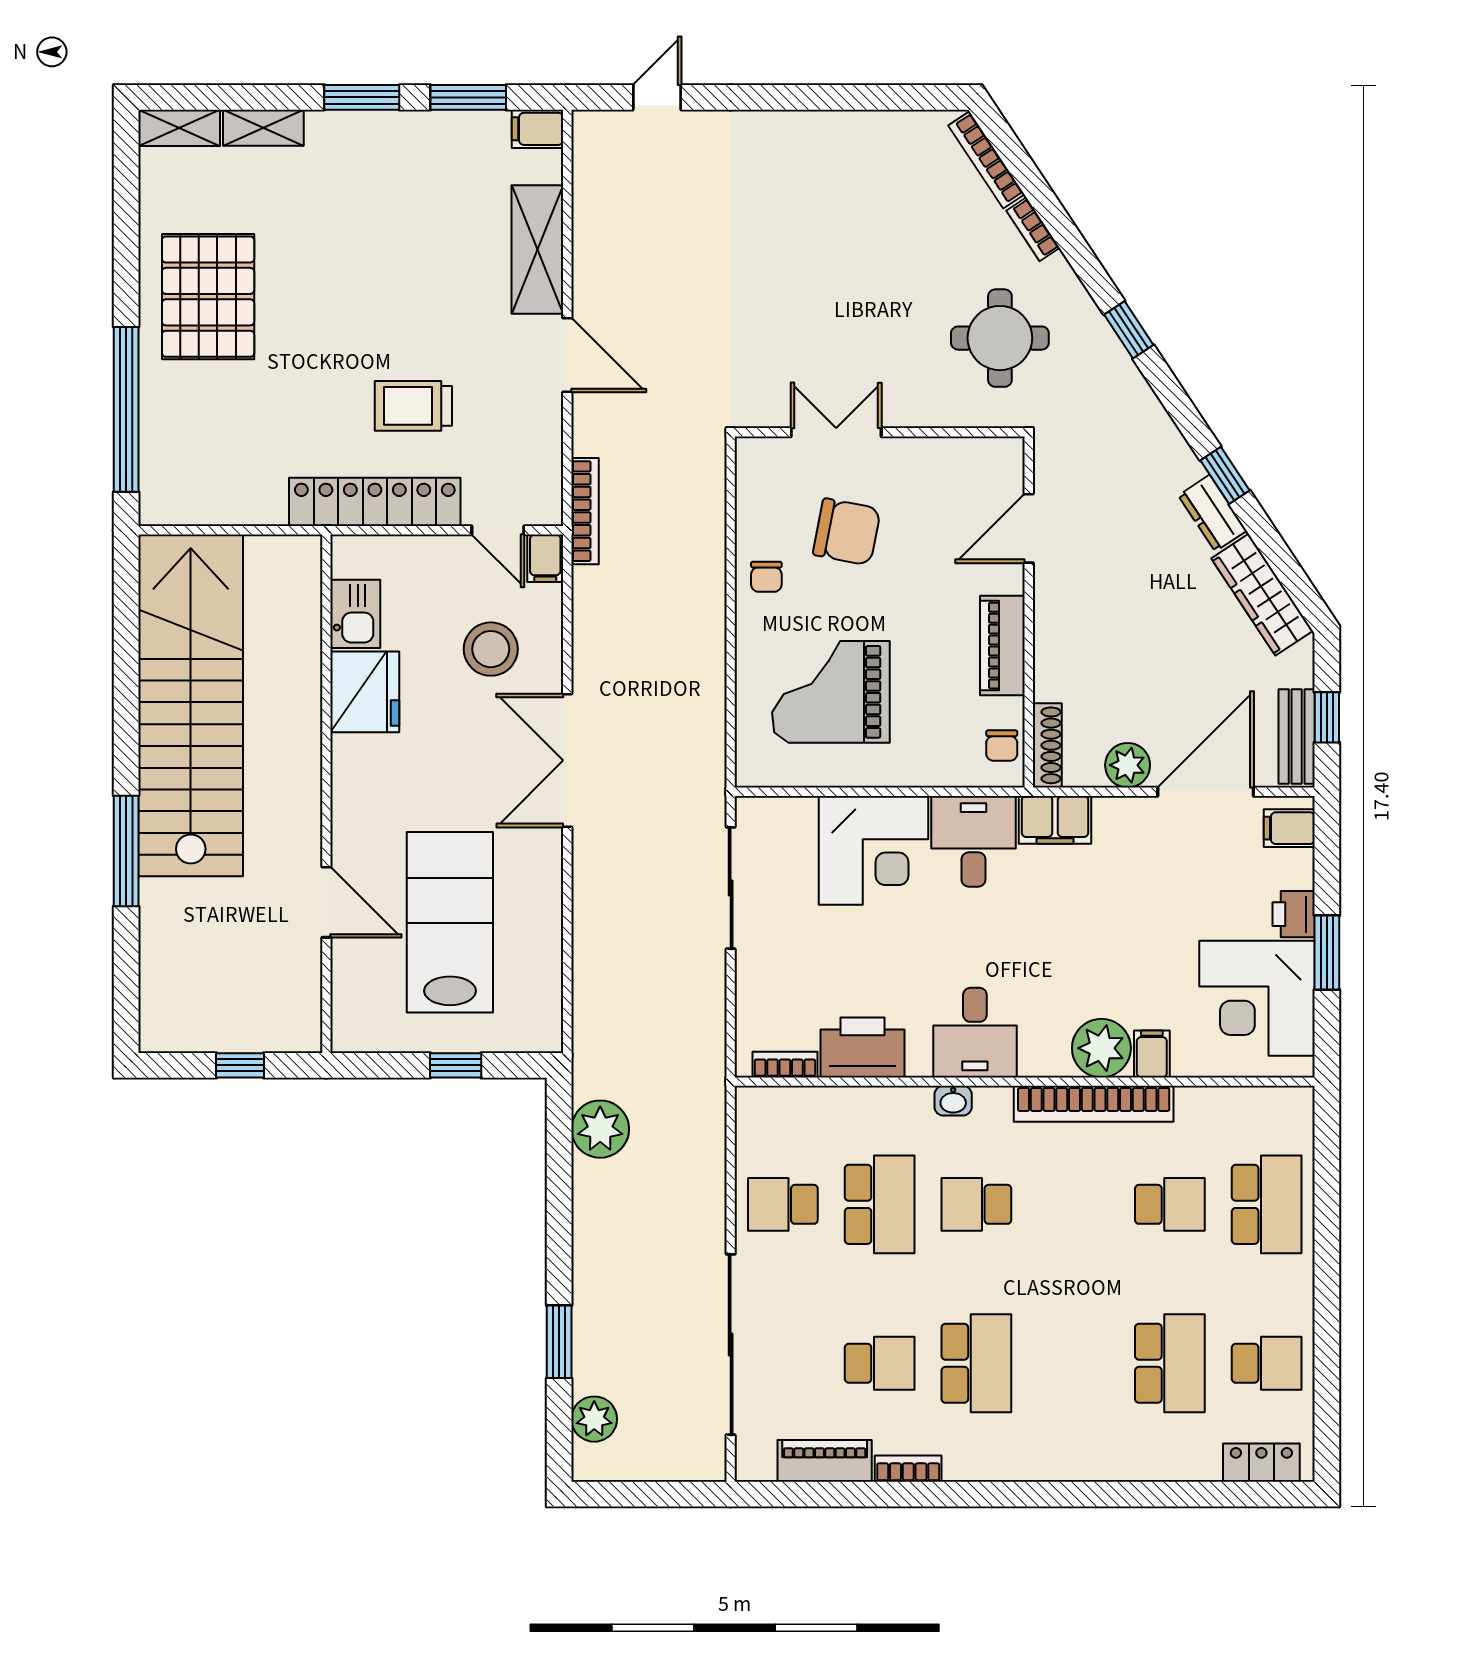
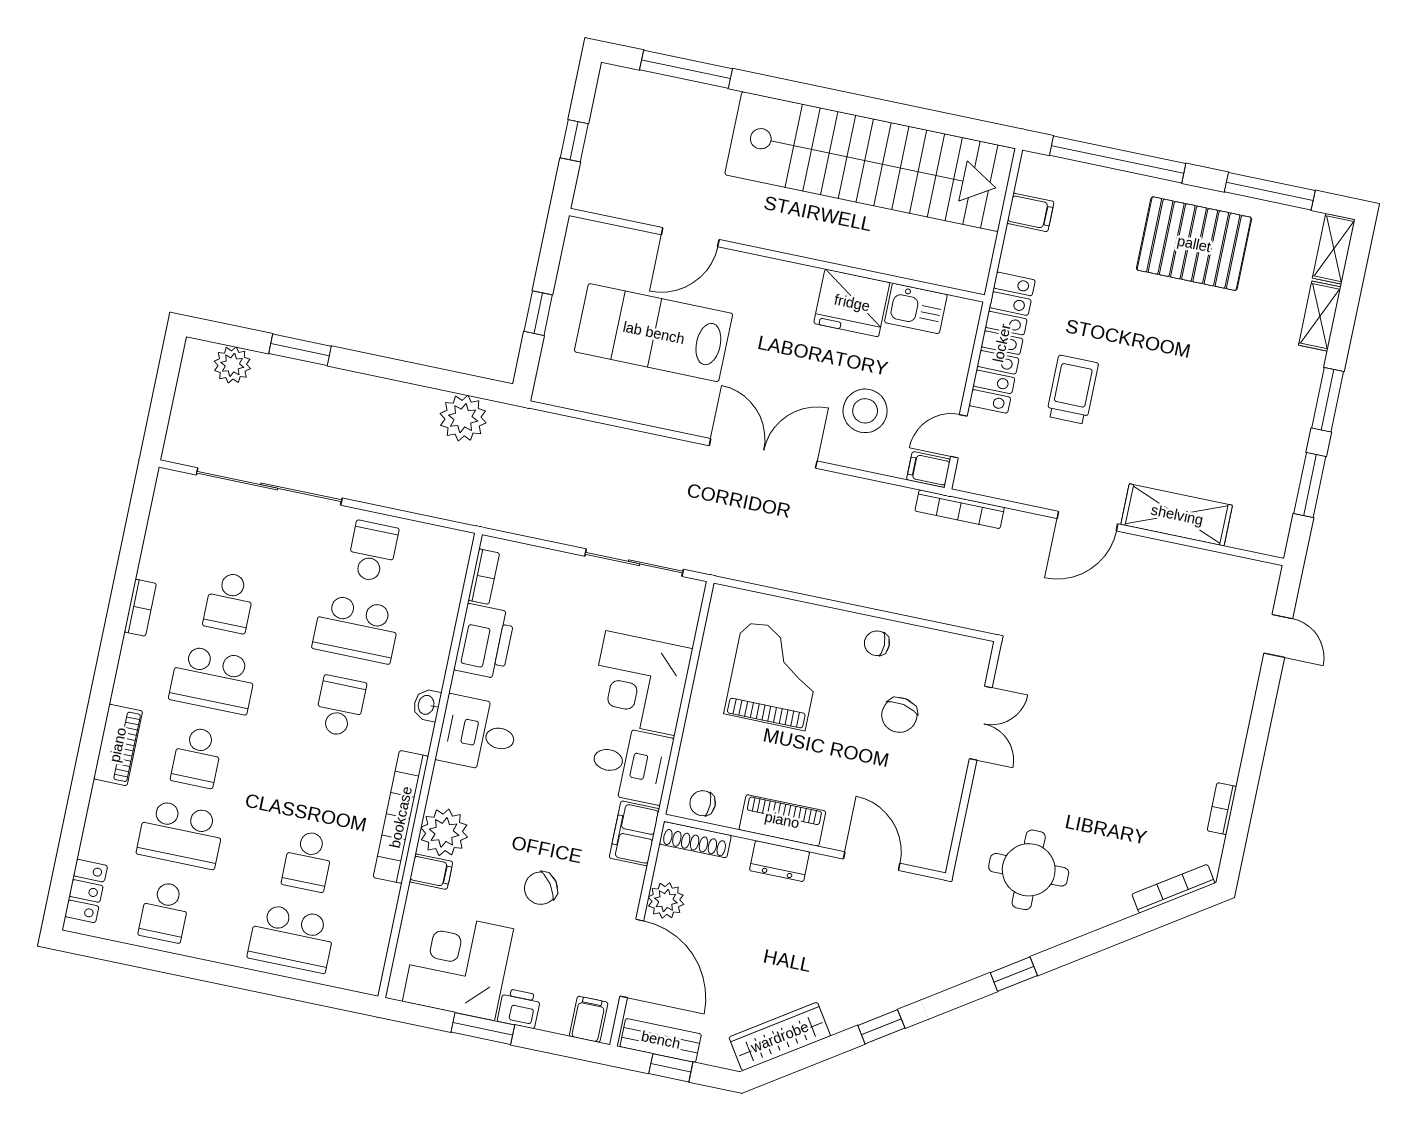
filing cabinet: (538, 129) -> (1030, 212), moved, turned 90
window: (126, 219) -> (1270, 191), added
bookcase: (1033, 229) -> (1222, 809), moved, turned -57
dresser: (1212, 513) -> (780, 861), moved, turned -147
chair: (847, 532) -> (899, 715), width x0.73, depth x0.73
window: (126, 851) -> (686, 69), moved
chair: (1144, 918) -> (541, 888), added
lab bench: (450, 922) -> (654, 333), turned 180
school desk: (1073, 1363) -> (197, 757), added
piano: (825, 1461) -> (118, 745), moved

